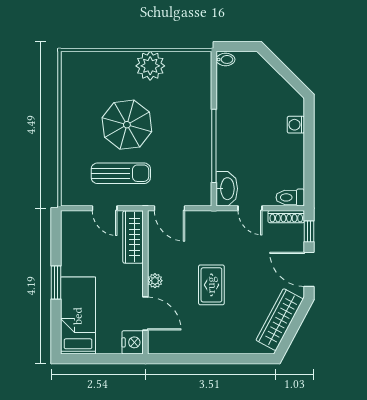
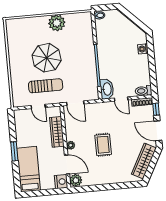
wardrobe: (133, 237) -> (57, 132), moved
plant: (158, 342) -> (76, 180), added

